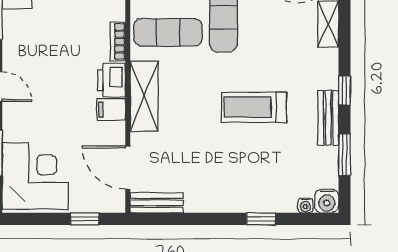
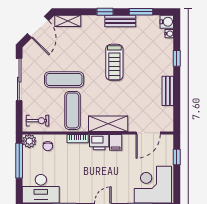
bench: (157, 203) -> (168, 91), moved

